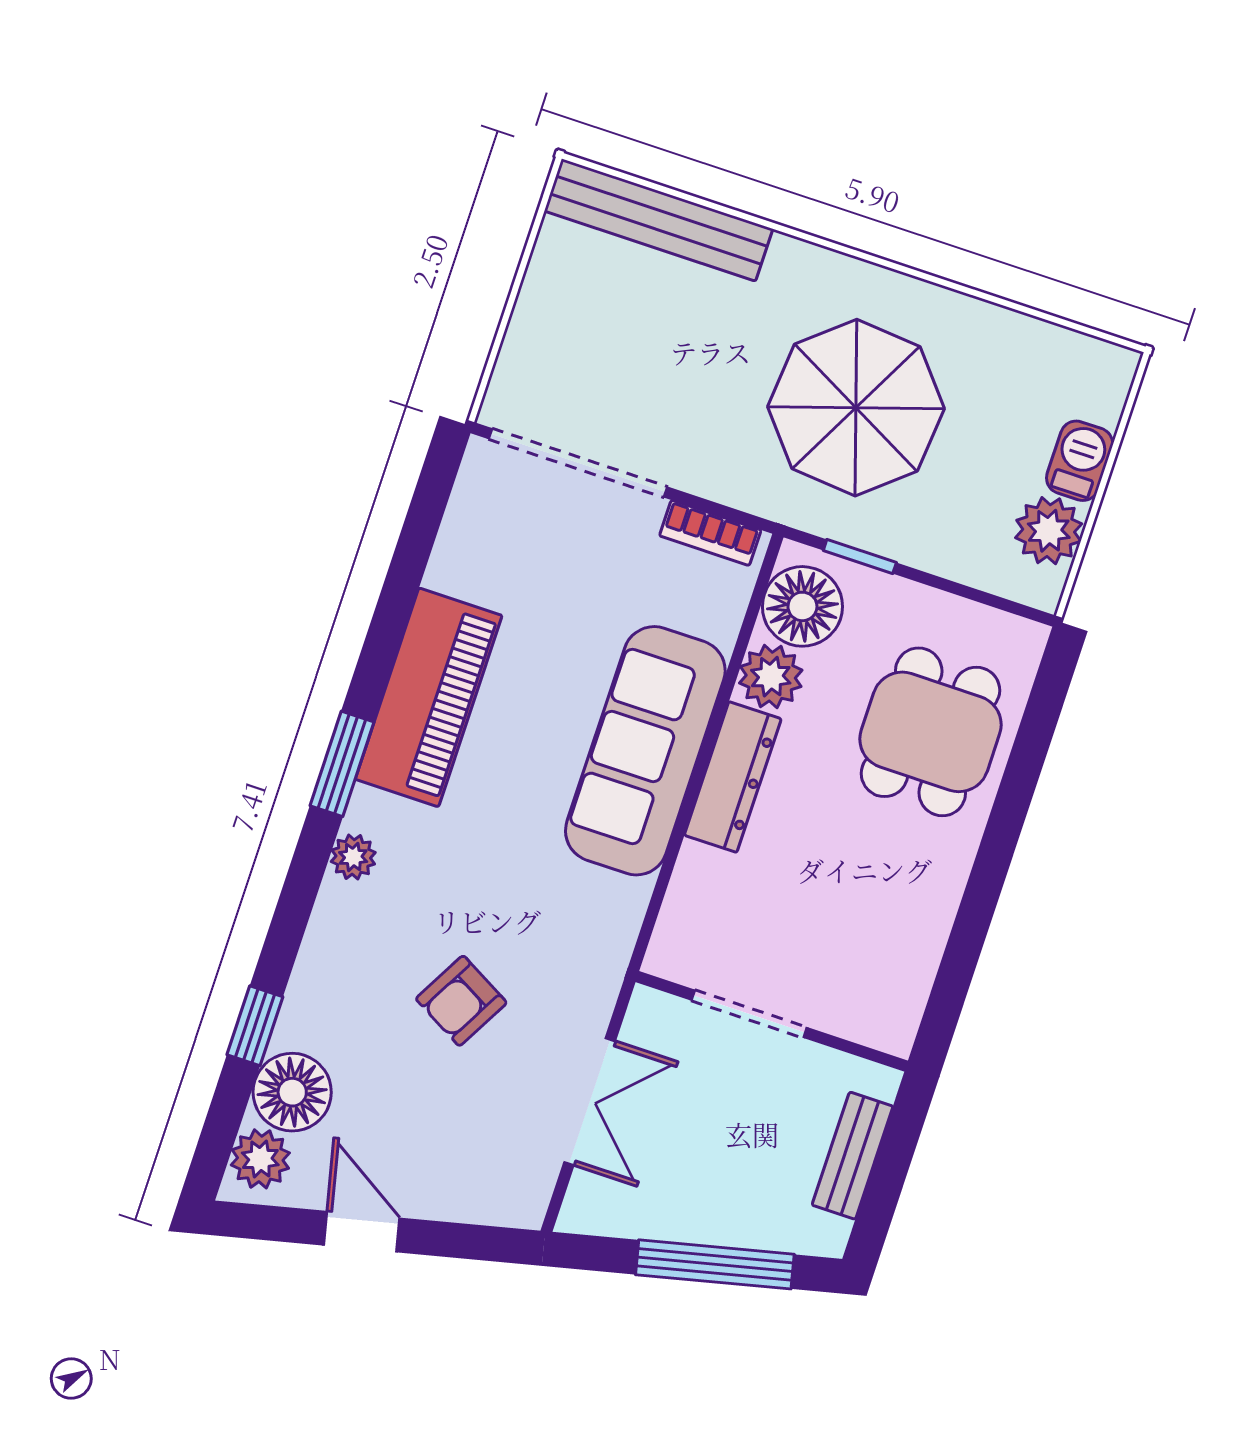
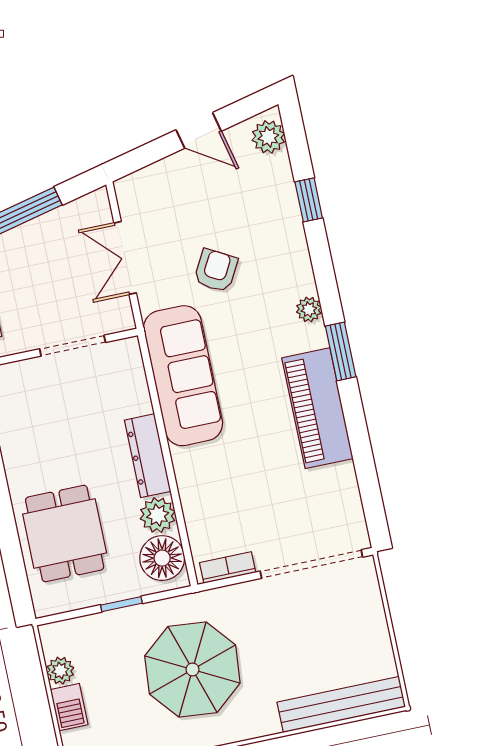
plant: (1049, 531) -> (60, 671), width x0.73, depth x0.73
window: (860, 557) -> (121, 604), moved
sofa: (645, 751) -> (183, 376), moved
floor lamp: (292, 1092) -> (272, 178), removed

